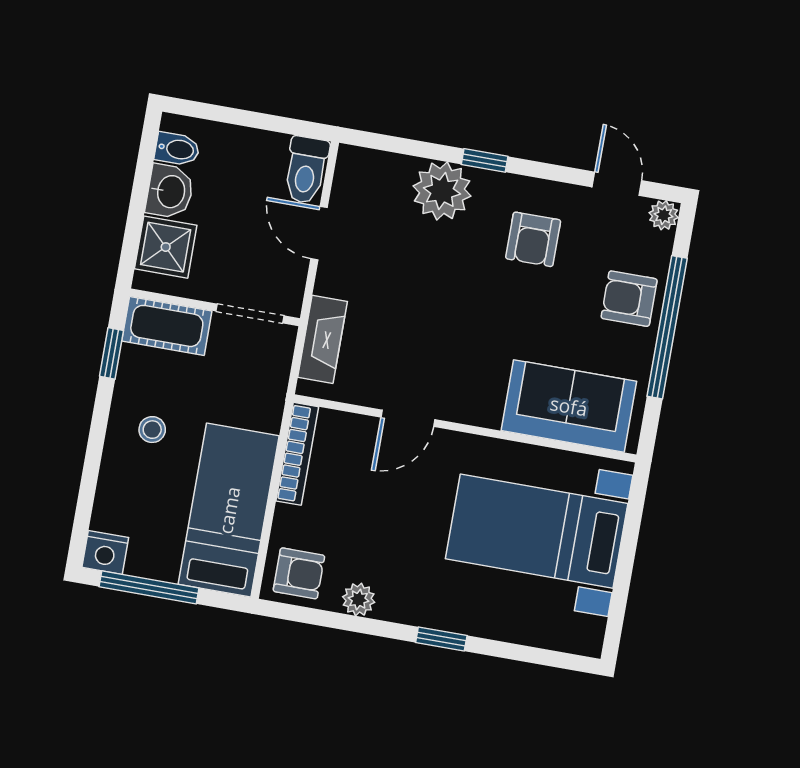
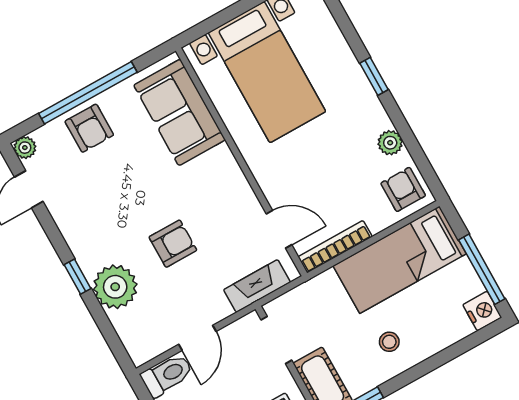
armchair: (533, 239) -> (173, 244), moved
door: (408, 418) -> (279, 229), moved

